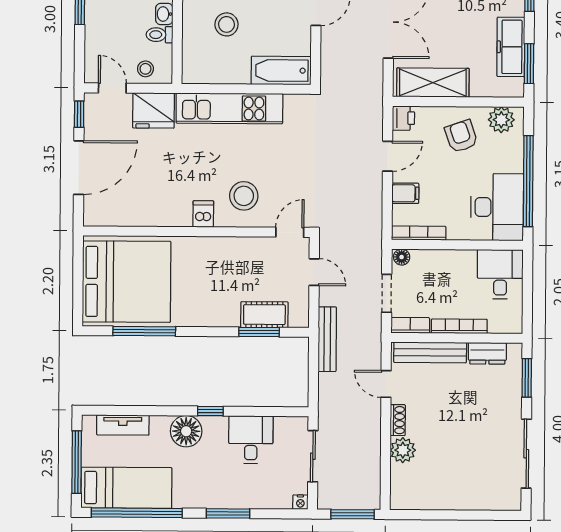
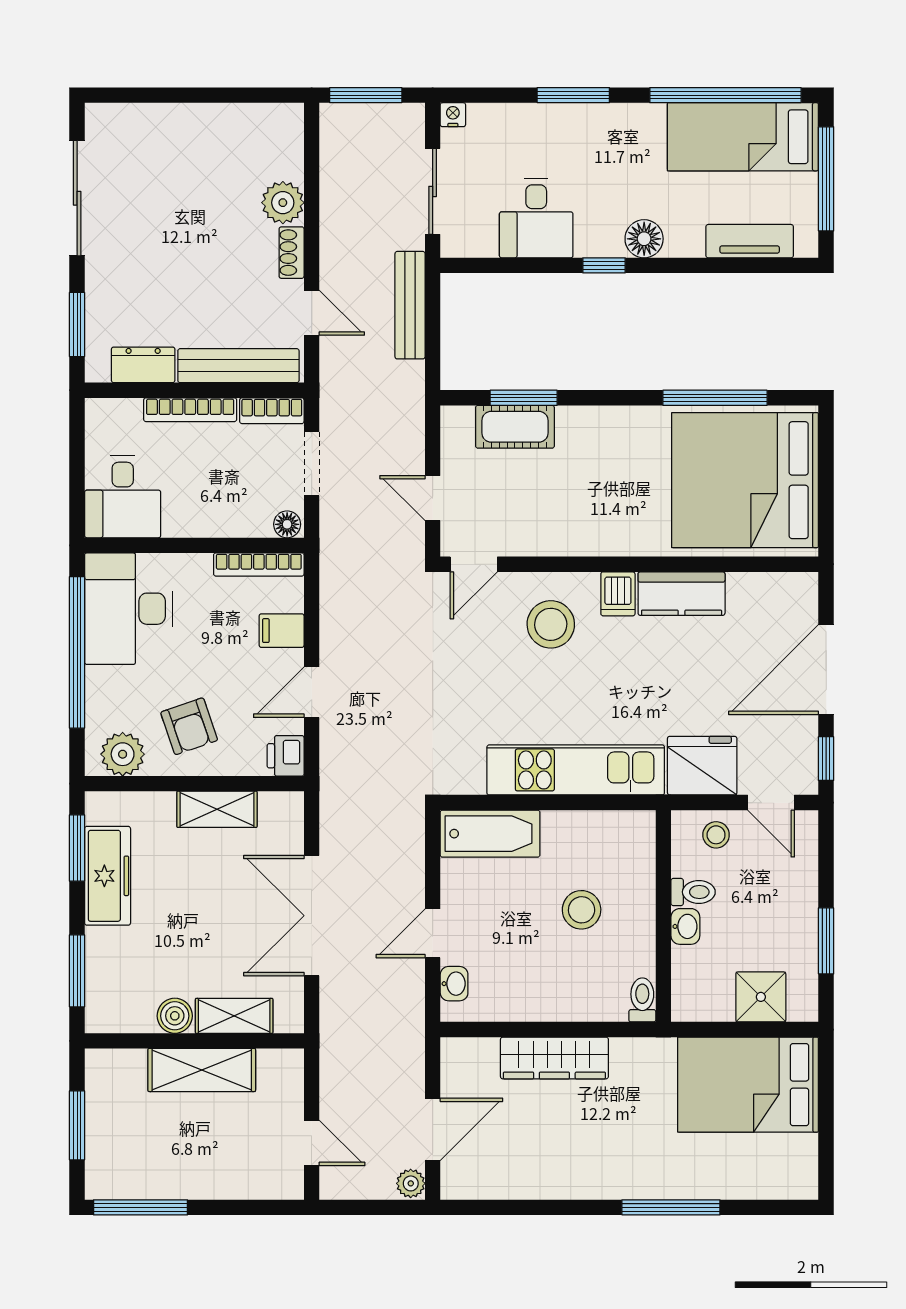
shelving: (433, 83) -> (217, 809), width x0.67, depth x0.75
kitchen counter: (165, 214) -> (682, 594), added
bench: (327, 339) -> (410, 305), moved
floor lamp: (186, 431) -> (644, 239), width x0.73, depth x0.73

